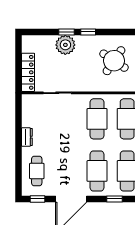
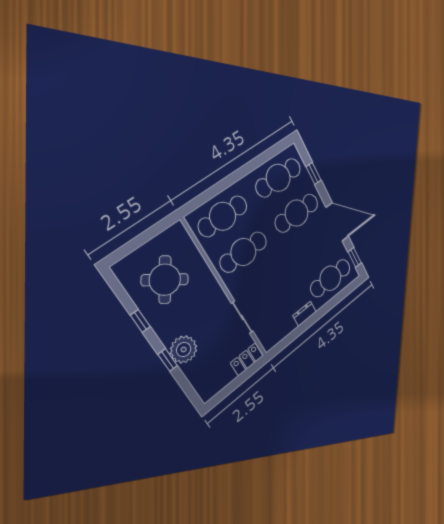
window: (88, 32) -> (140, 321), moved
locker: (28, 72) -> (247, 359), width x0.66
cafe table: (37, 171) -> (330, 278), width x1.37, depth x1.35

